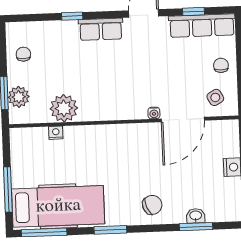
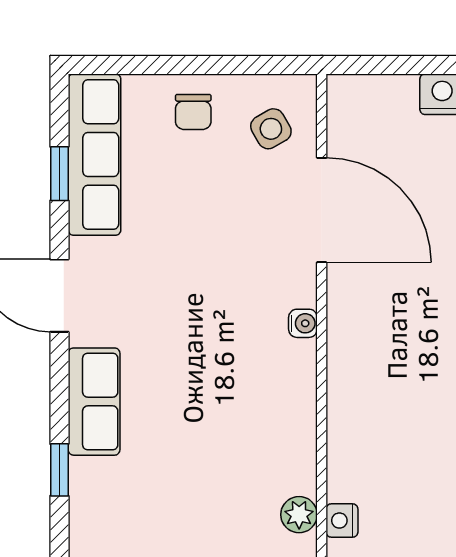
chair: (221, 65) -> (193, 112), turned -90
plant: (64, 108) -> (299, 515), width x0.53, depth x0.53
water cooler: (154, 113) -> (303, 323), moved

